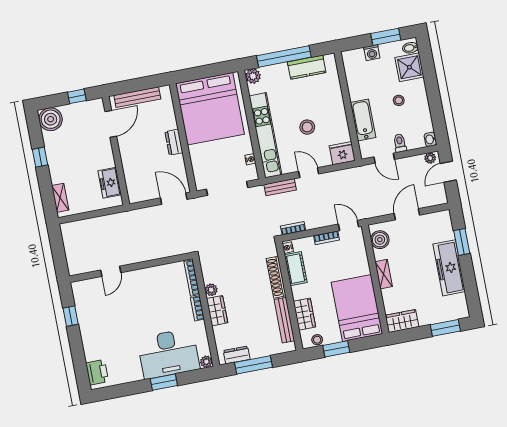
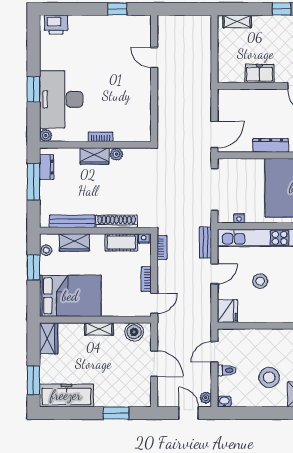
stool: (399, 100) -> (269, 377), width x1.89, depth x1.89
bathtub: (363, 120) -> (256, 338), removed
dresser: (174, 142) -> (271, 145), width x1.44
freezer: (110, 183) -> (259, 74), moved
freezer: (449, 268) -> (66, 395), moved
bookcase: (192, 278) -> (132, 137), removed

